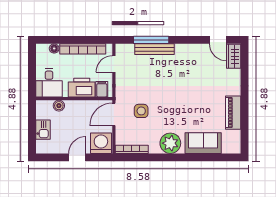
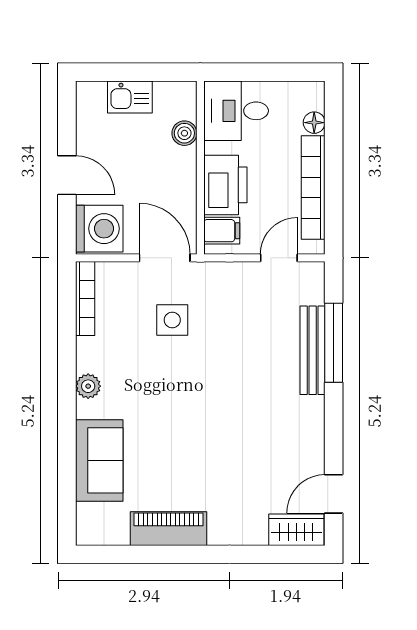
door: (114, 64) -> (279, 258), hinge flipped
plant: (170, 143) -> (88, 386), width x0.53, depth x0.53

